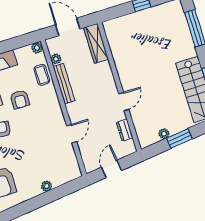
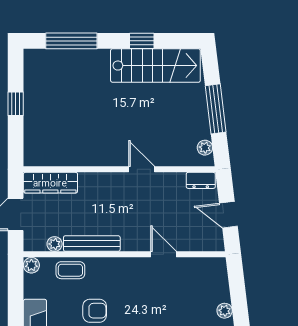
dresser: (125, 130) -> (201, 180), moved
plant: (164, 134) -> (205, 148), moved
window: (179, 138) -> (216, 109), width x1.44

